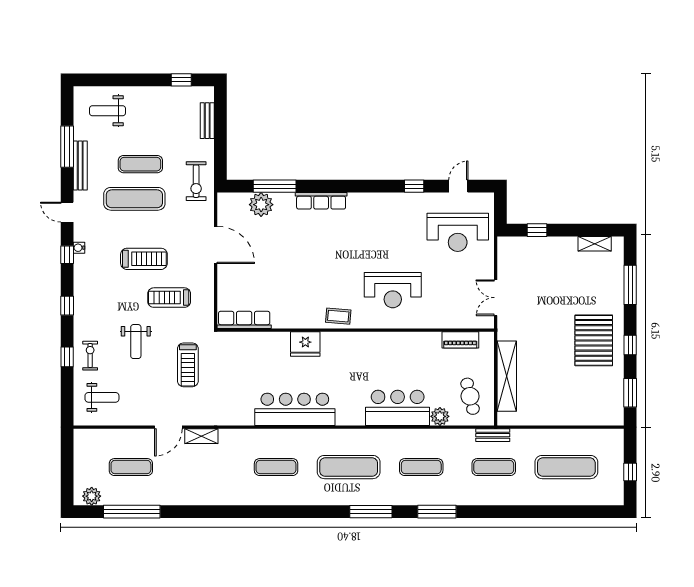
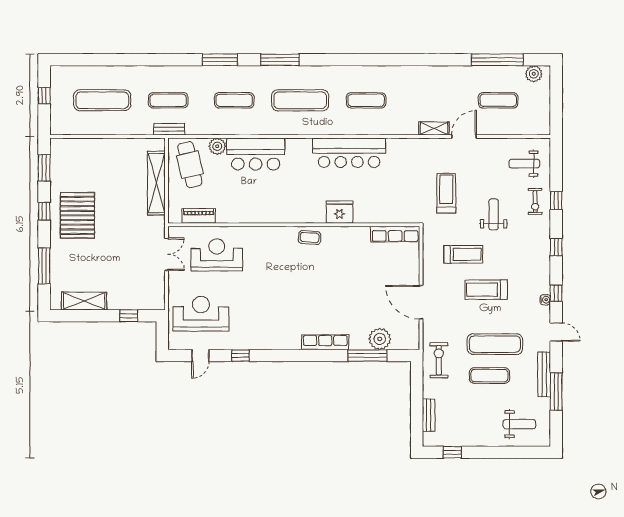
shelving: (595, 244) -> (84, 301), width x1.50, depth x1.33
reception desk: (393, 290) -> (217, 255), moved
cafe table: (470, 396) -> (190, 165), width x1.37, depth x1.35

